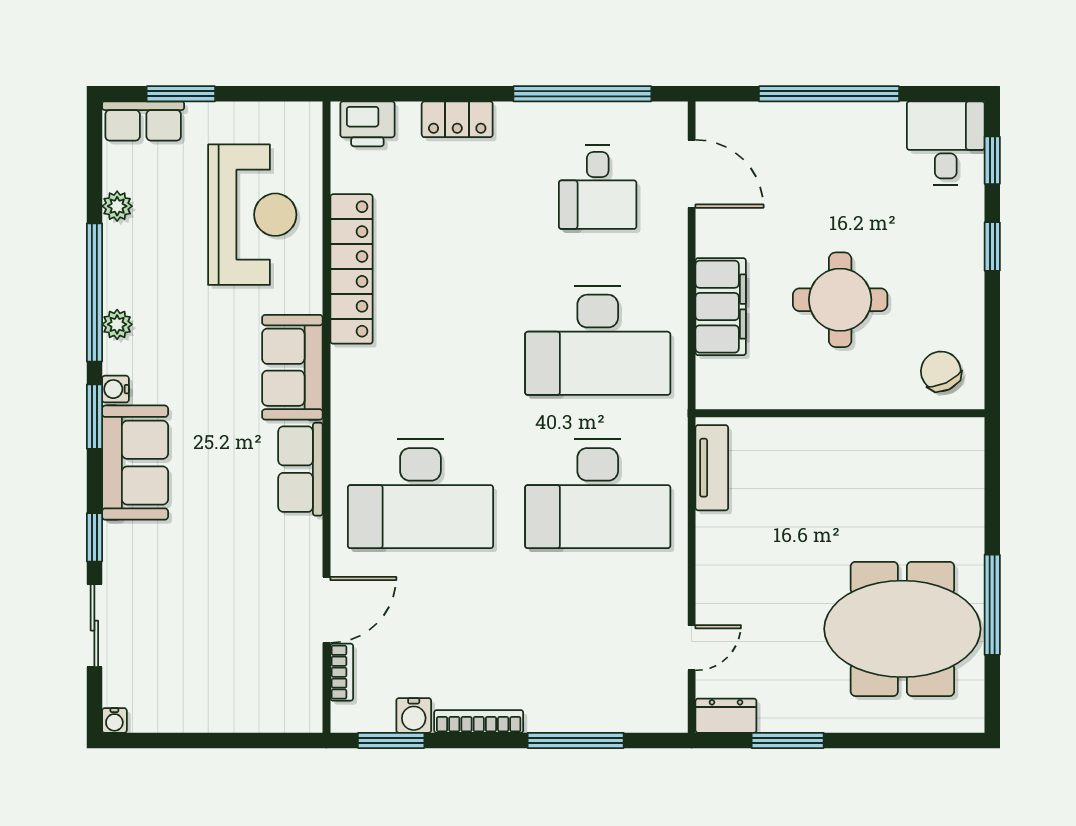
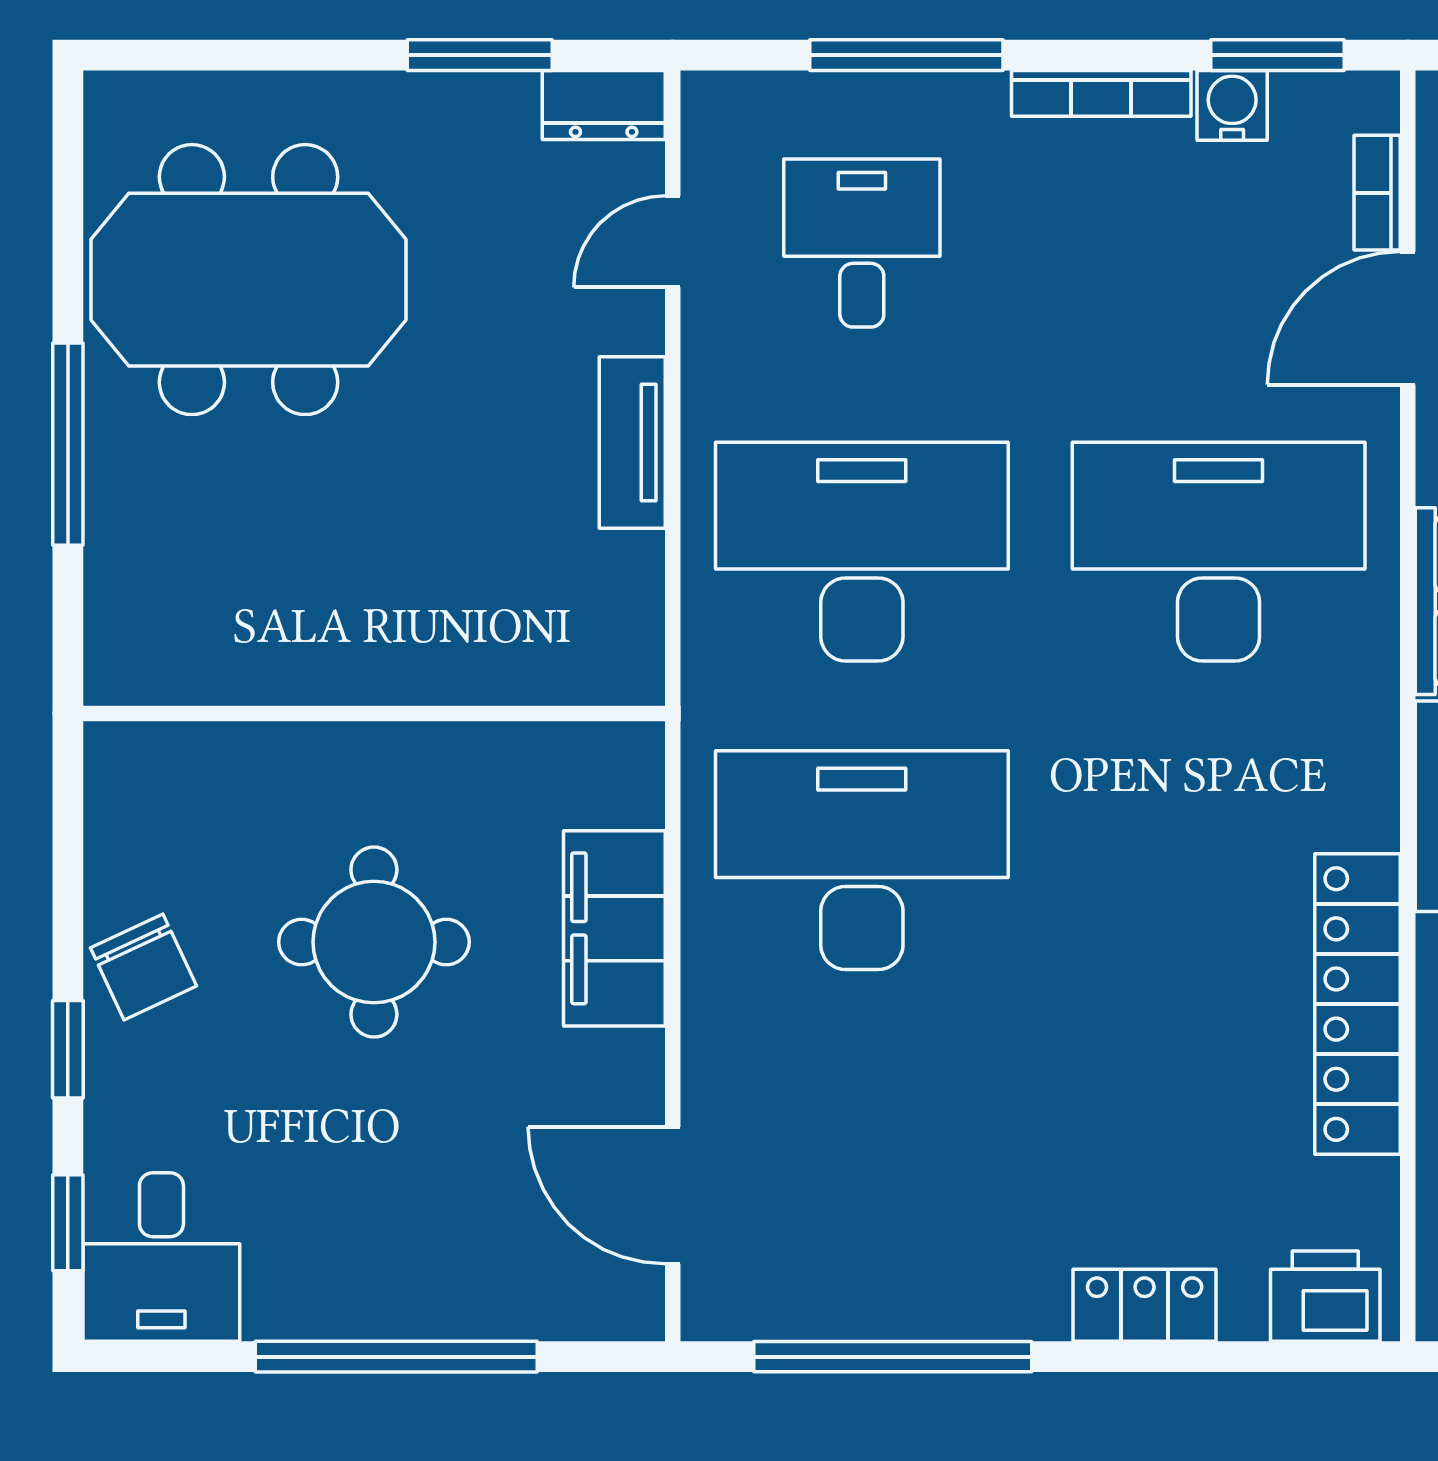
desk: (598, 187) -> (862, 243), moved
chair: (941, 371) -> (143, 967), moved
tv unit: (712, 468) -> (632, 442), moved
window: (992, 605) -> (68, 444), moved

